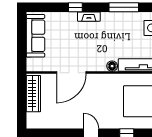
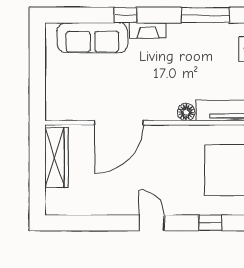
sofa: (35, 36) -> (92, 38), moved, turned 90

